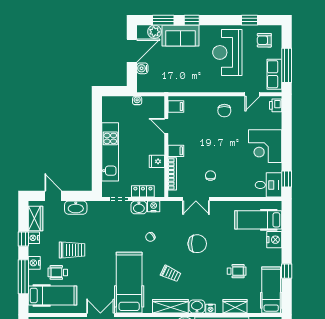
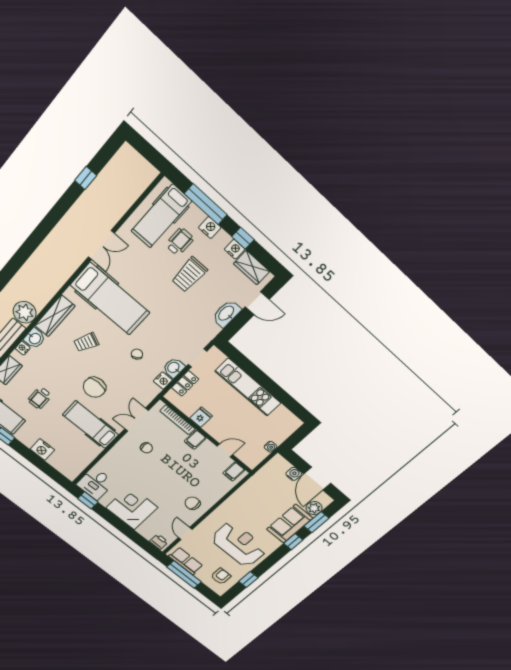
hospital bed: (258, 220) -> (91, 425), moved, turned -90

